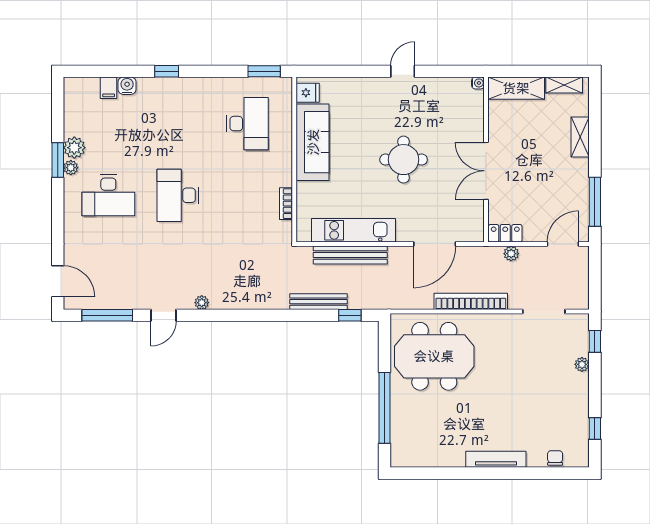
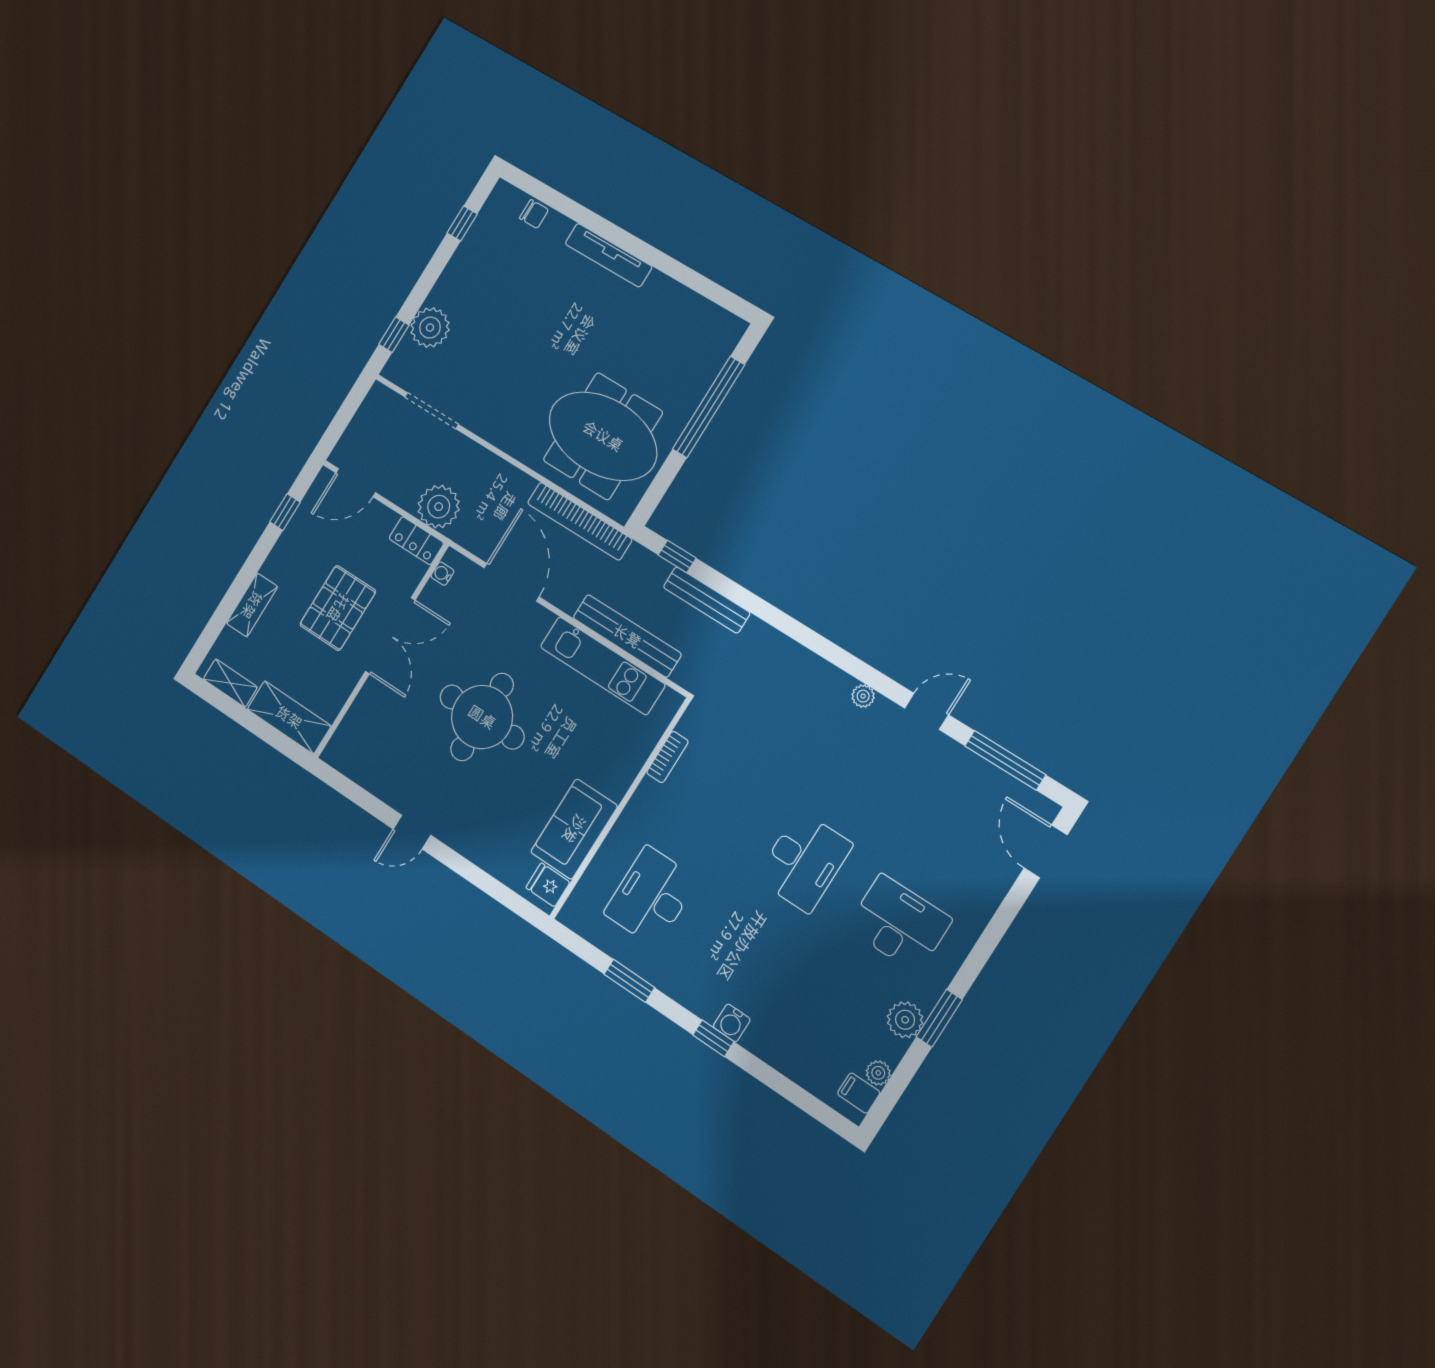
window: (264, 71) -> (629, 981), moved
water cooler: (478, 83) -> (442, 574), moved
water cooler: (127, 86) -> (732, 1023), moved
filing cabinet: (109, 88) -> (859, 1093), moved, turned -90
sofa: (313, 142) -> (574, 829), width x0.73
round table: (404, 160) -> (482, 717), width x1.36, depth x1.36
pallet: (527, 167) -> (338, 608), added
plant: (71, 168) -> (878, 1073), moved
window: (595, 202) -> (285, 512), width x0.46
door: (435, 244) -> (512, 582), hinge flipped
plant: (511, 254) -> (439, 507), width x1.87, depth x1.87
bookcase: (471, 301) -> (580, 521), moved
plant: (582, 364) -> (430, 328), width x1.88, depth x1.88
chair: (555, 458) -> (534, 214), turned -90

